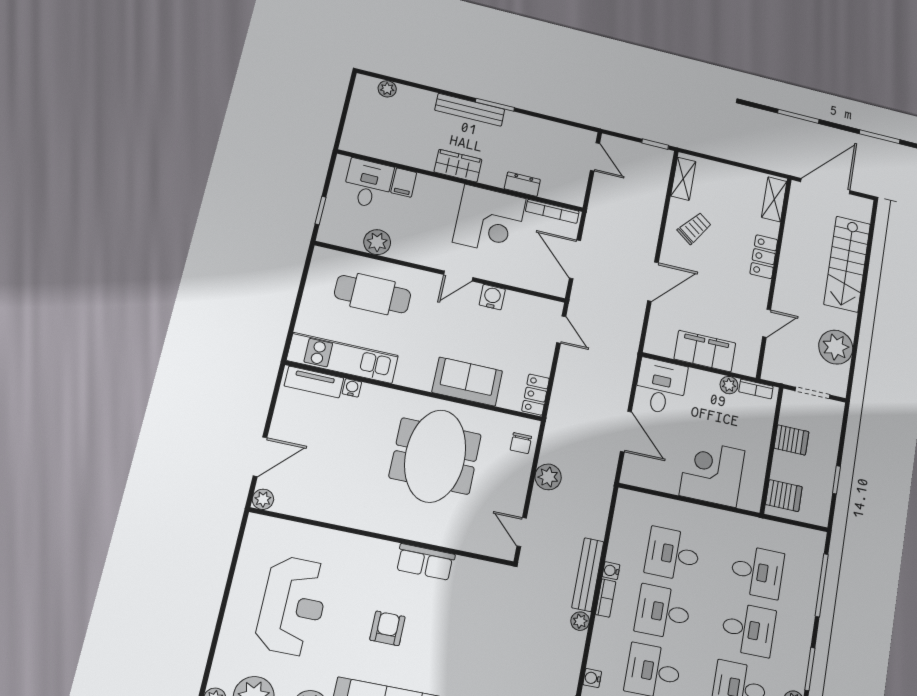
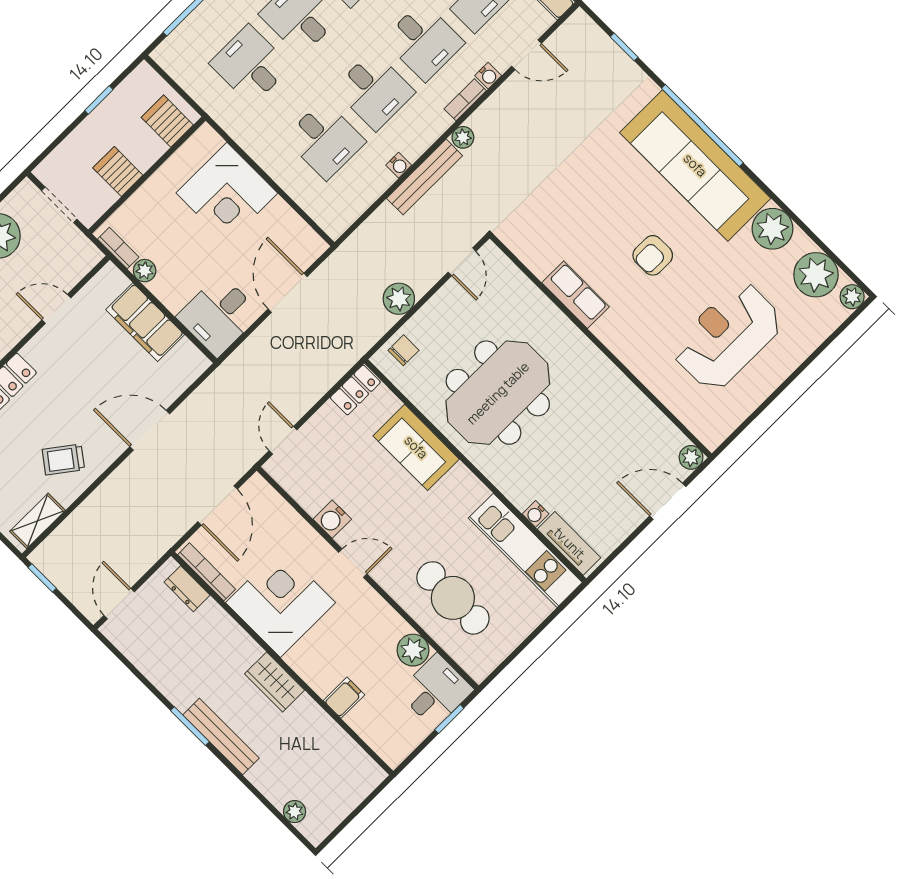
desk: (368, 184) -> (436, 691), moved, turned 180
dresser: (522, 184) -> (187, 589), moved
bookcase: (606, 598) -> (465, 100), moved

